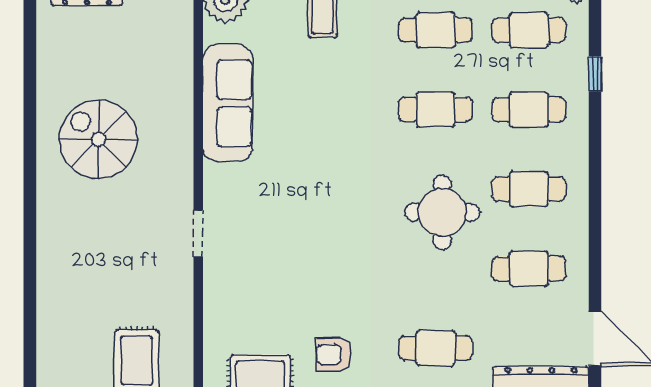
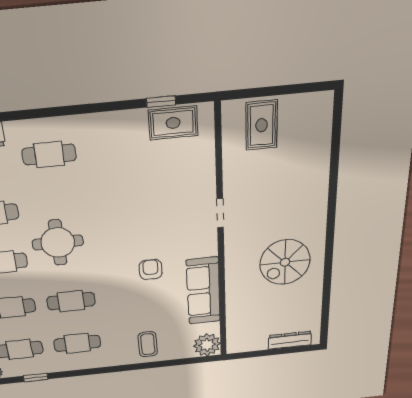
spiral stairs: (99, 139) -> (285, 262), turned 90
armchair: (333, 354) -> (151, 270), moved, turned -90

